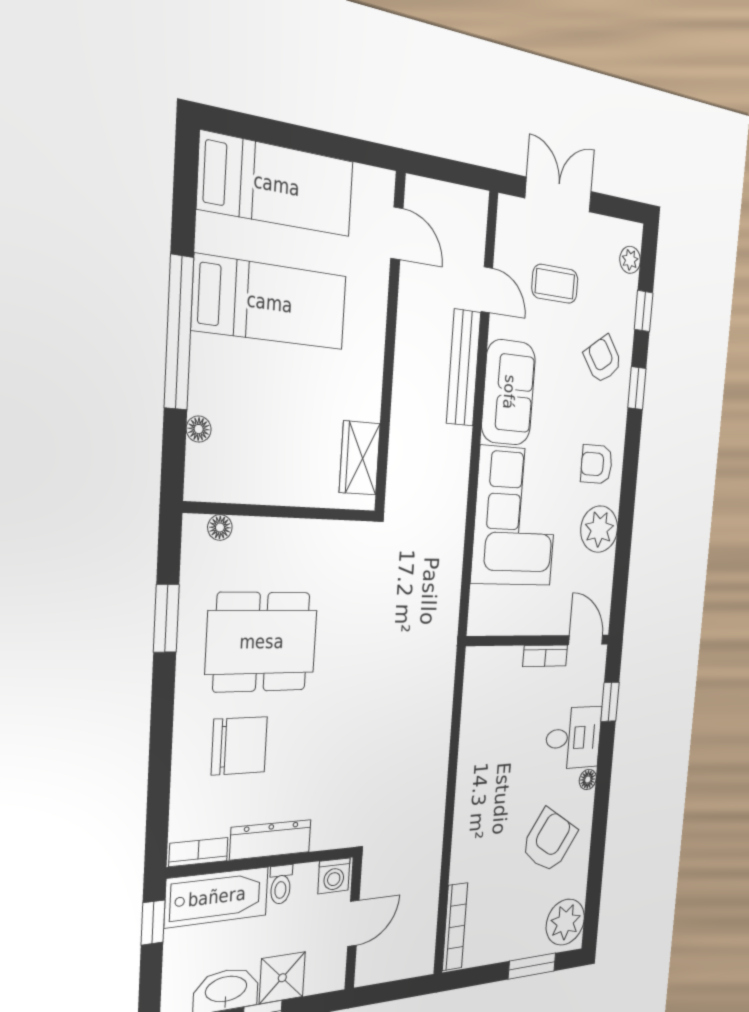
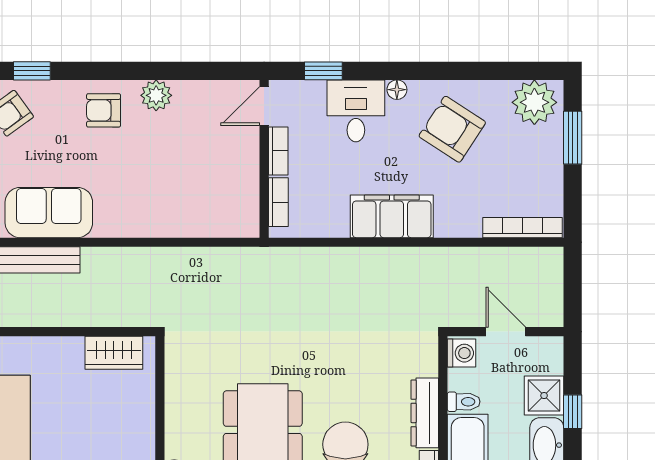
armchair: (597, 464) -> (104, 110), turned 90
corner sofa: (516, 517) -> (154, 195), removed
plant: (599, 529) -> (156, 95), width x0.73, depth x0.73
bookcase: (499, 657) -> (278, 202), added
filing cabinet: (476, 783) -> (392, 216), added

